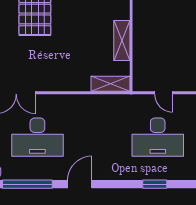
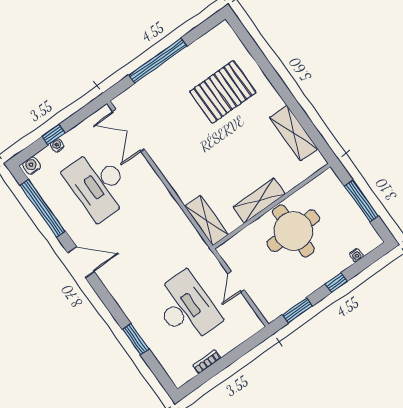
round table: (157, 32) -> (293, 231), added
desk: (158, 137) -> (186, 308), turned 180

